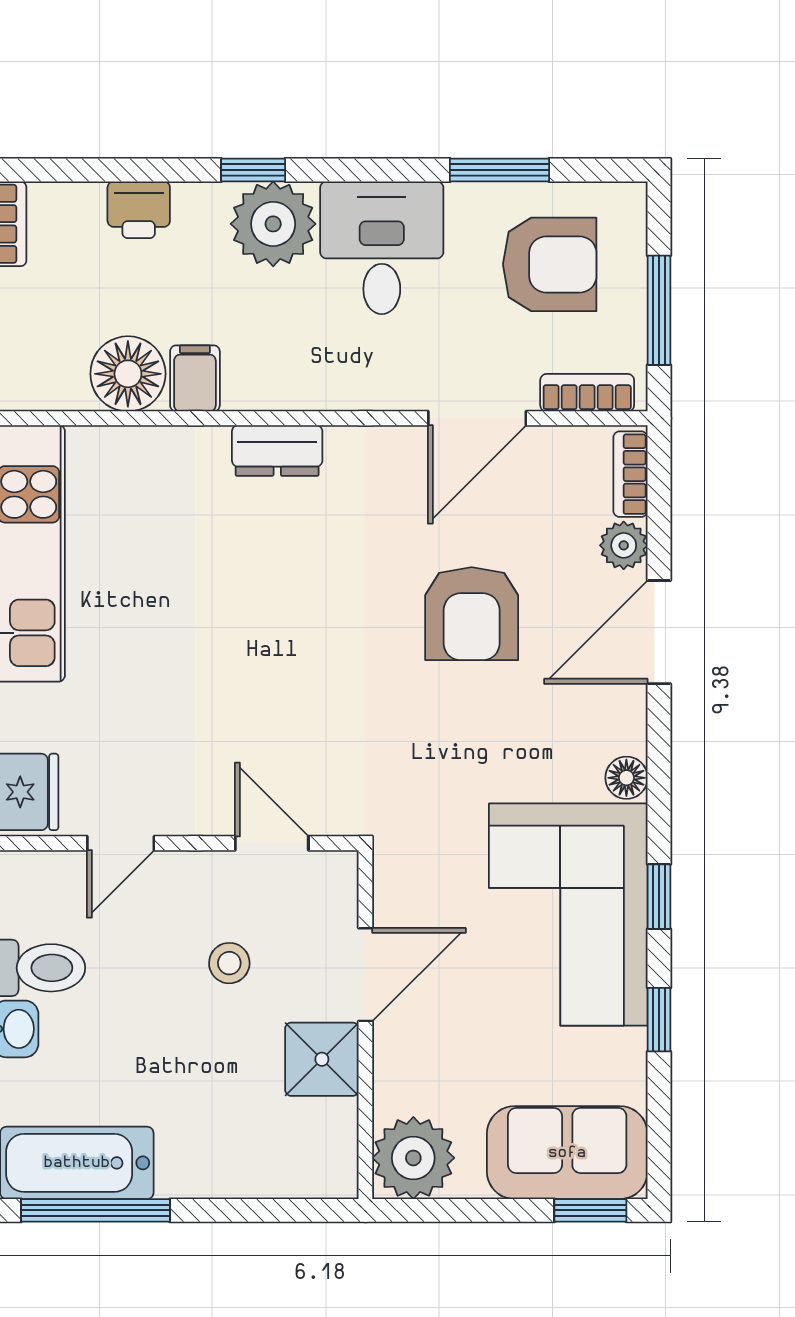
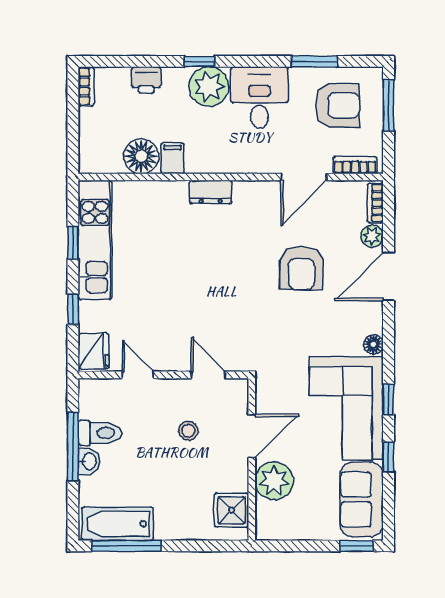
window: (659, 310) -> (388, 105), moved
door: (121, 843) -> (138, 375), swing flipped
shower: (322, 1059) -> (232, 510), moved
sofa: (567, 1153) -> (362, 499), moved, turned -90
plant: (413, 1158) -> (274, 481), moved

